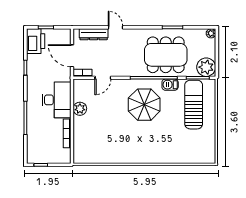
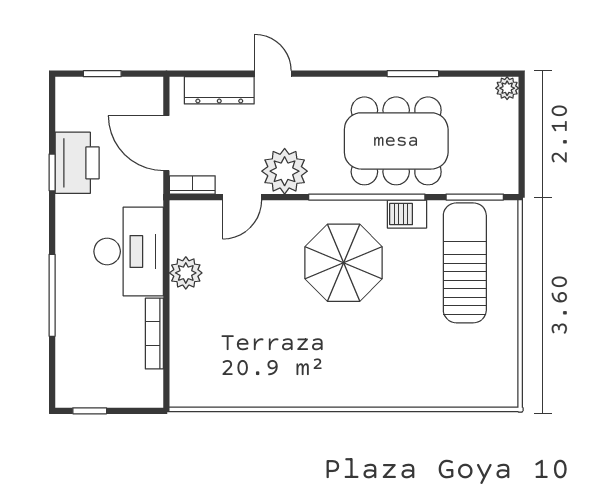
printer: (36, 41) -> (77, 163), moved
plant: (206, 67) -> (285, 171), moved

